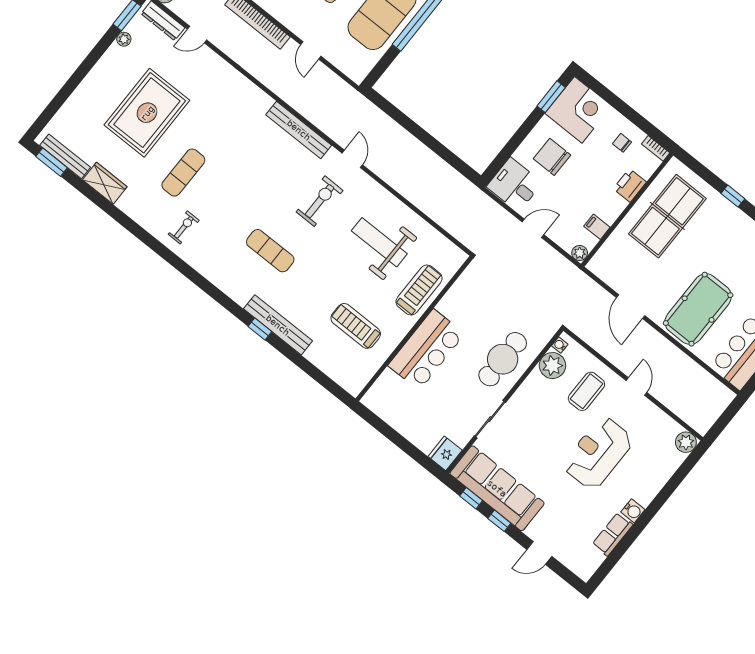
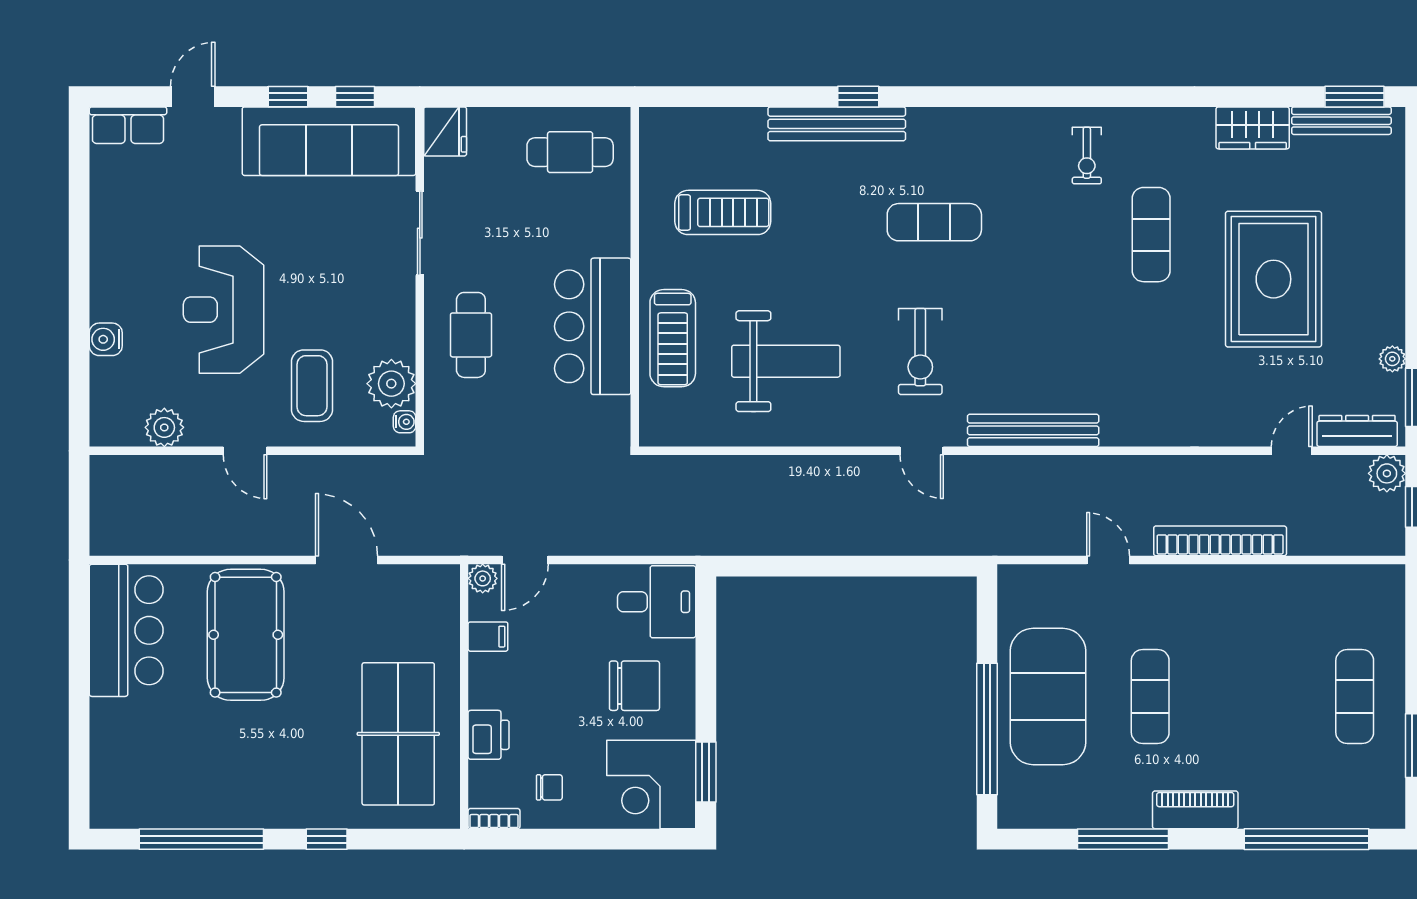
door: (533, 228) -> (525, 560), moved
bar counter: (426, 350) -> (593, 326), moved
cafe table: (503, 359) -> (471, 335), width x0.73, depth x0.74
cafe table: (400, 403) -> (570, 152), added
plant: (686, 442) -> (164, 427), moved
reception desk: (598, 453) -> (224, 310), turned 180
water cooler: (633, 511) -> (106, 339), moved
row of seats: (613, 534) -> (128, 125), moved, turned 90

